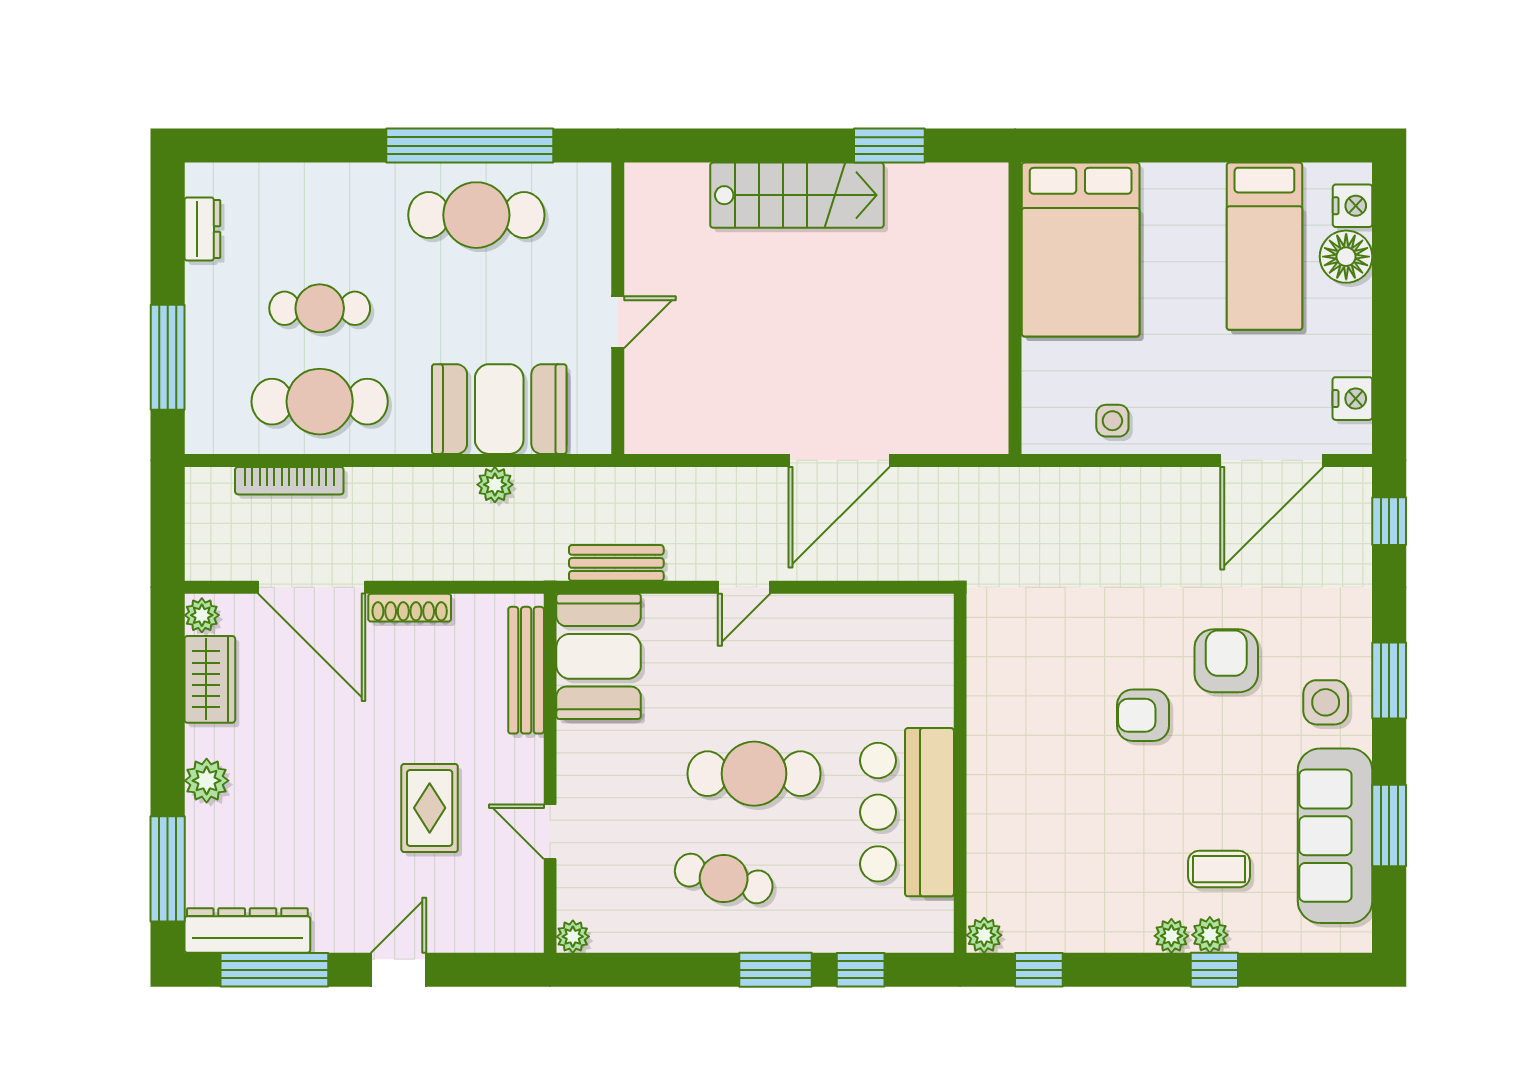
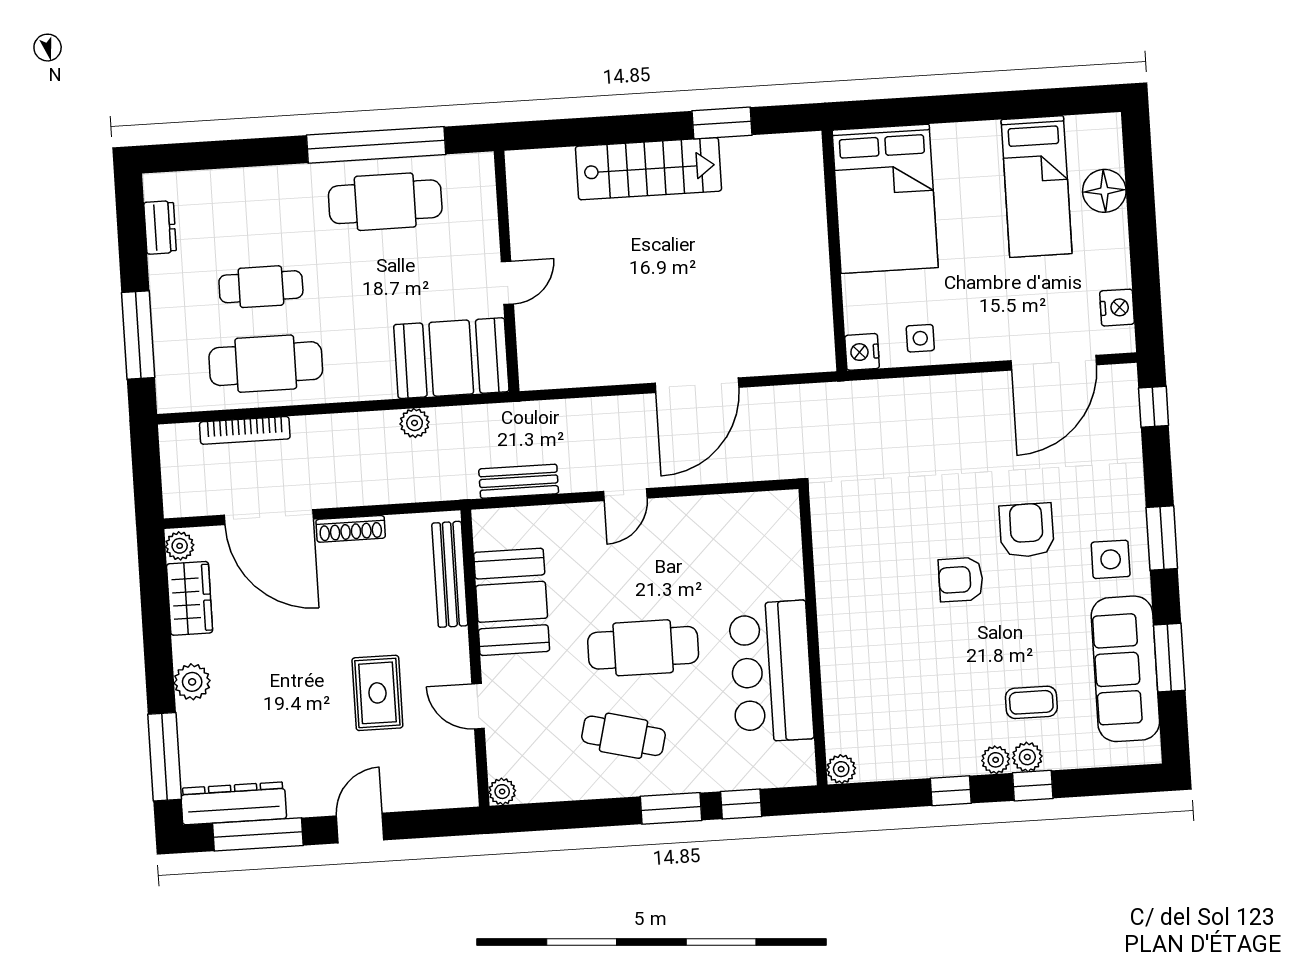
nightstand: (1353, 206) -> (862, 352), moved, turned 180
booth: (499, 409) -> (451, 358), moved
booth: (599, 656) -> (512, 602), moved
window: (1039, 970) -> (951, 791), moved

